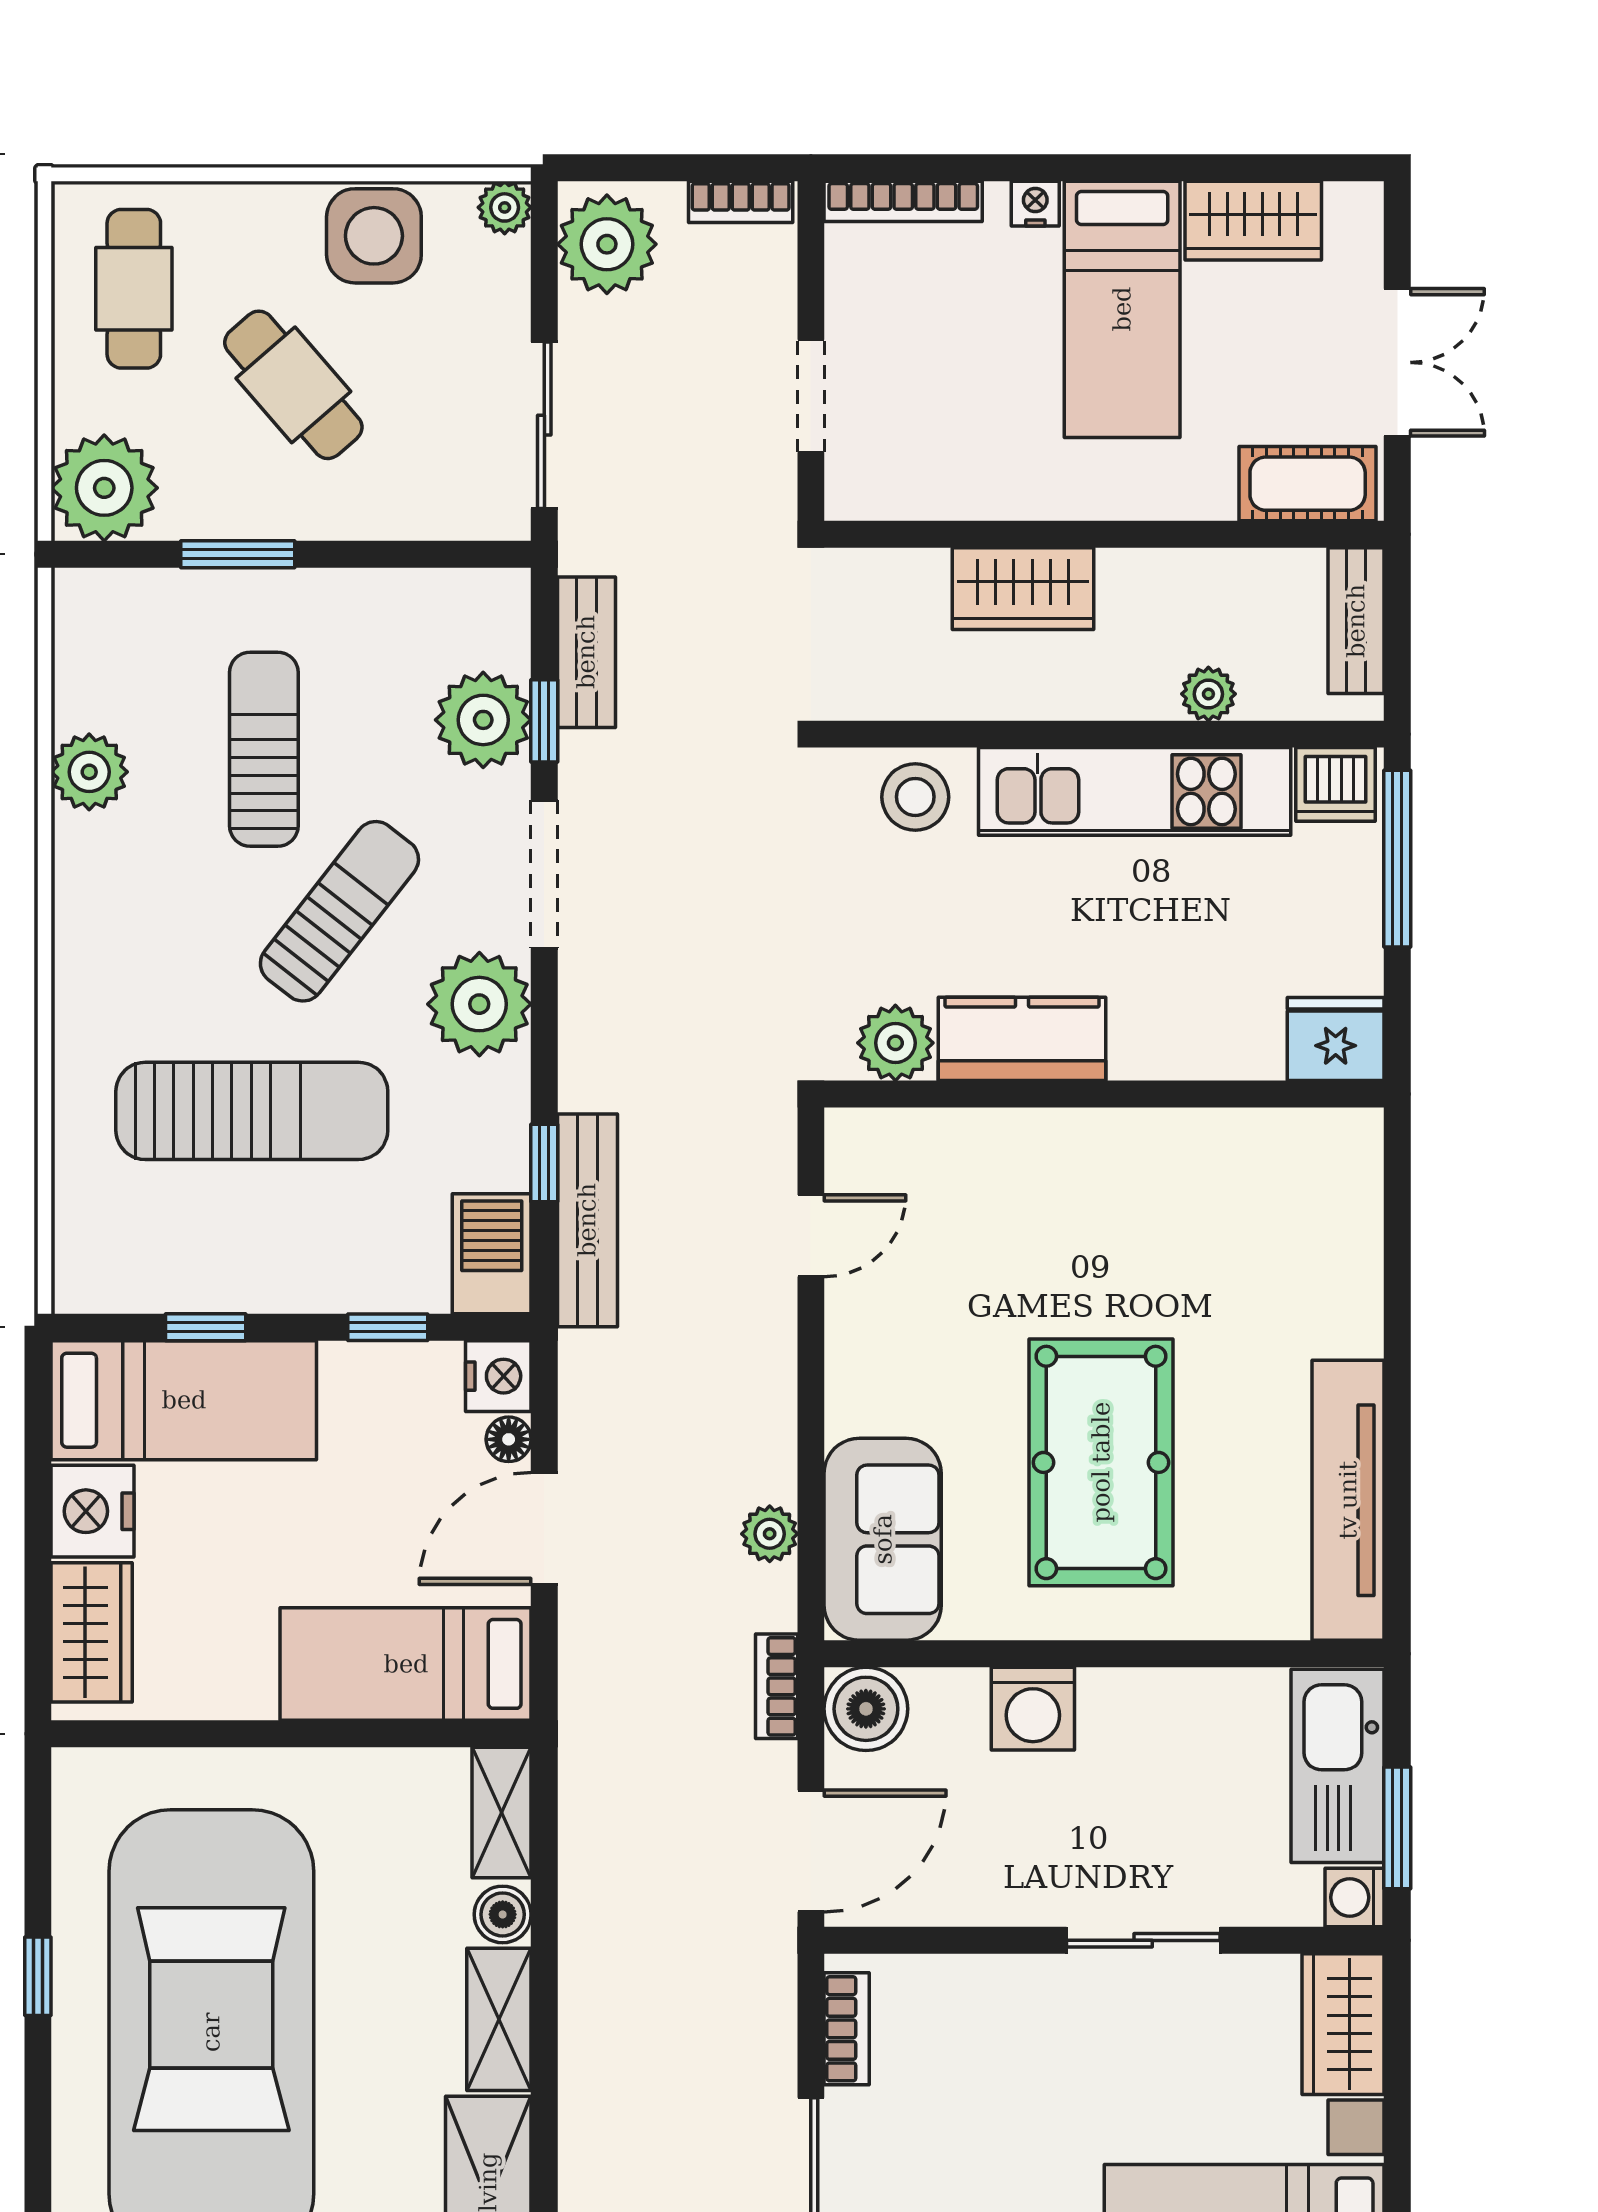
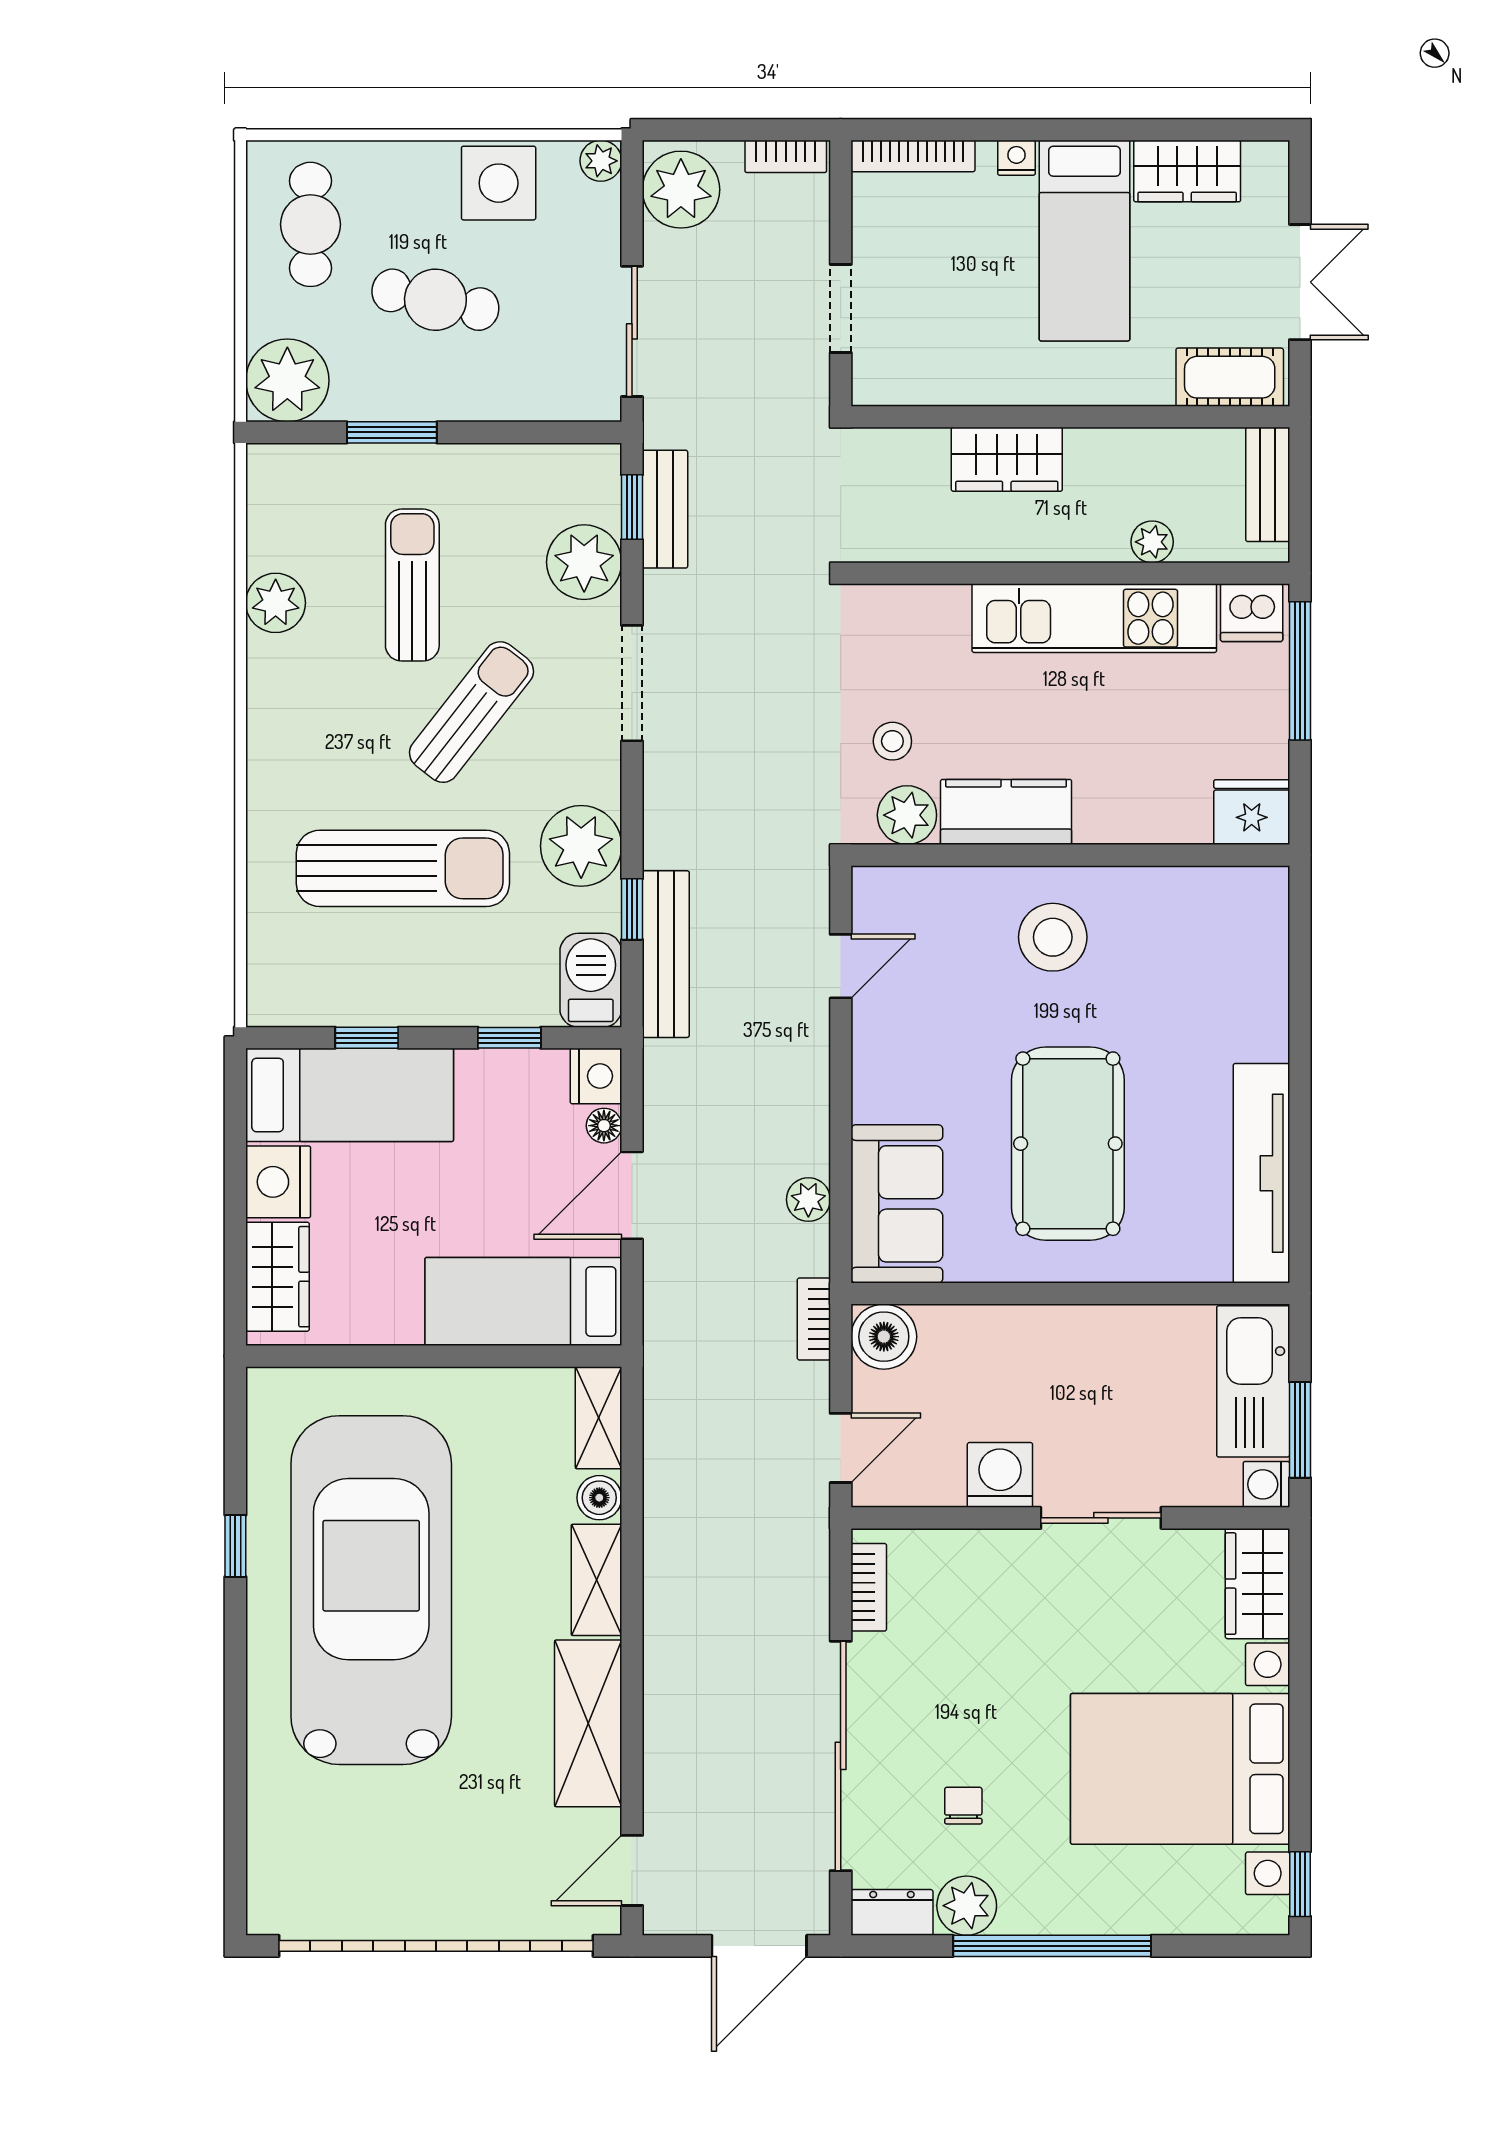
cafe table: (293, 385) -> (435, 300), turned -37
window: (544, 721) -> (632, 507), moved
stool: (915, 797) -> (892, 741), moved, width x0.73, depth x0.73
plant: (479, 1004) -> (581, 846), moved
stool: (1082, 1199) -> (1053, 937), added
washing machine: (1033, 1709) -> (1000, 1475), moved, turned 180
door: (811, 1851) -> (841, 1448), width x0.73

